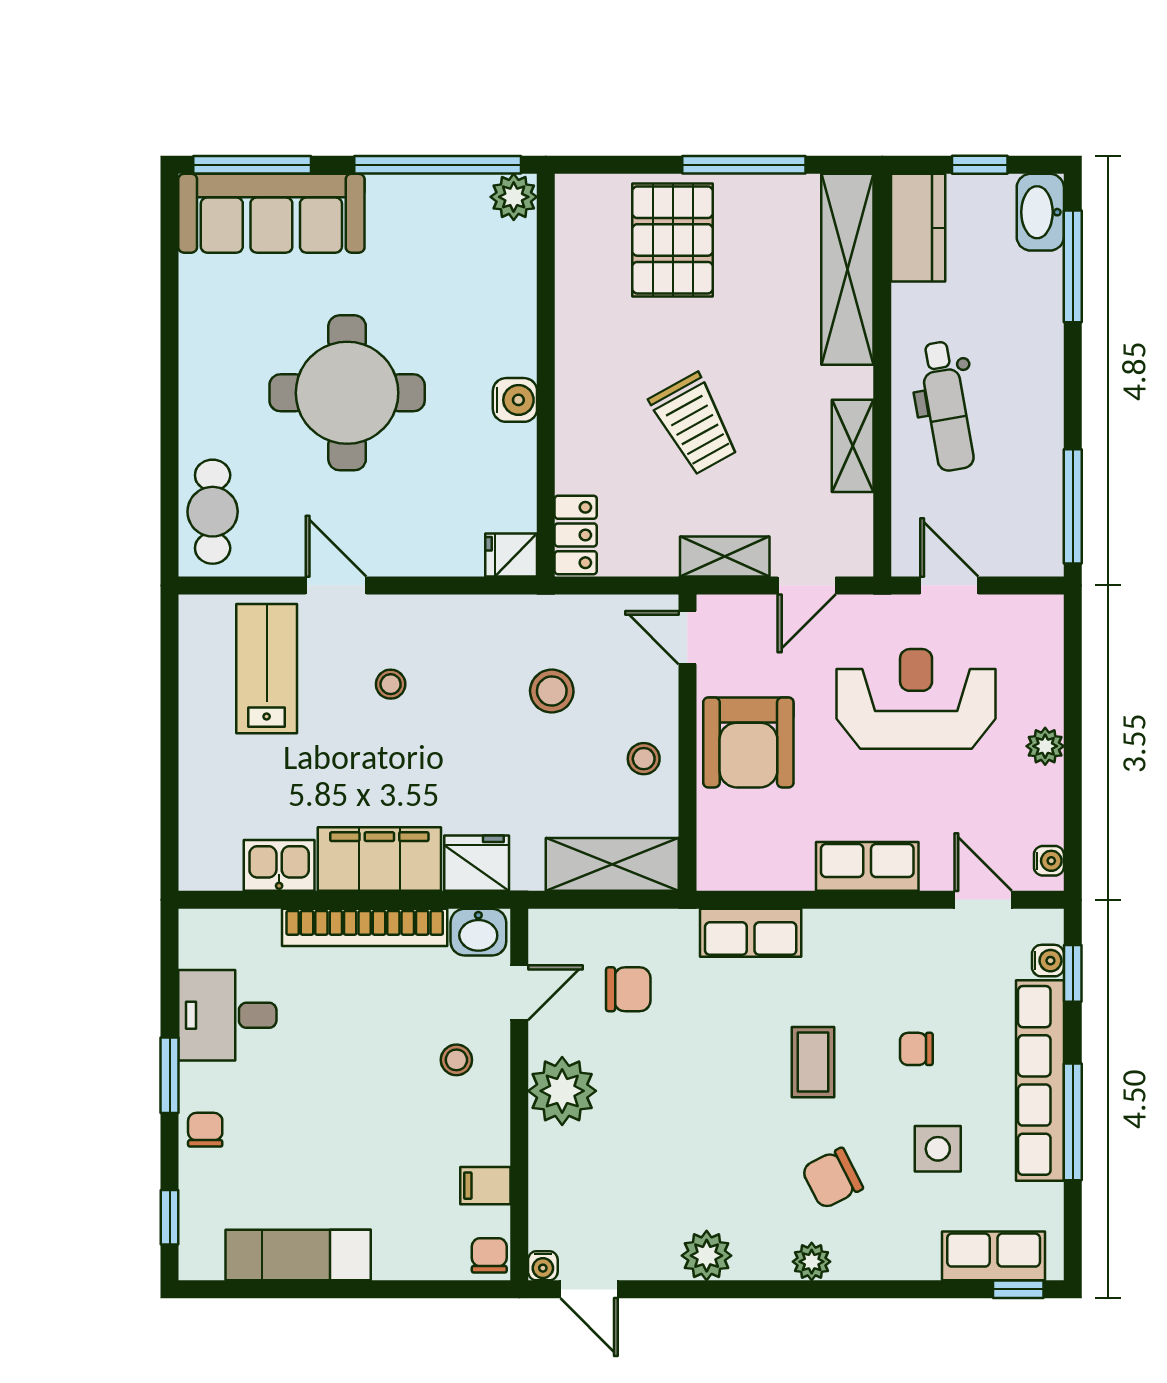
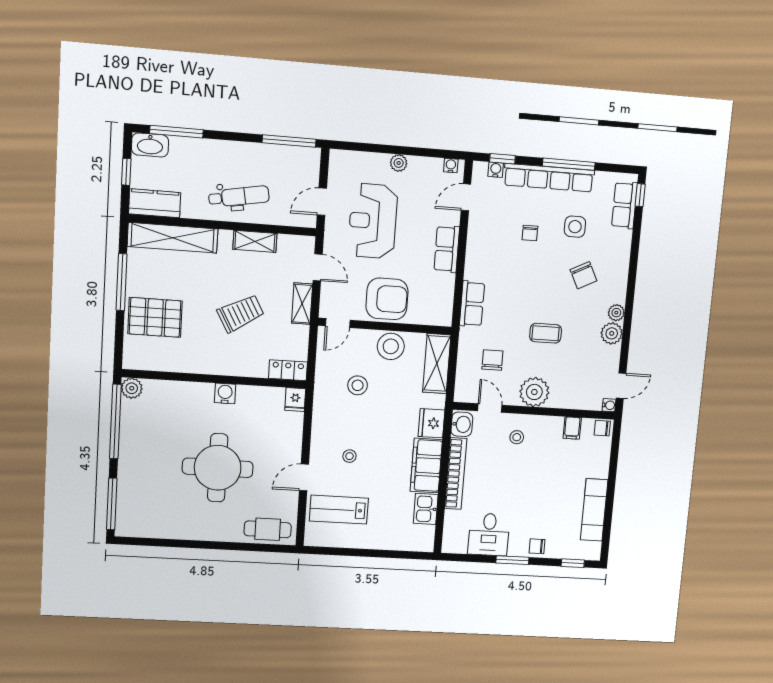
sofa: (271, 213) -> (134, 497), removed
stool: (644, 759) -> (391, 346), width x1.89, depth x1.89
coffee table: (813, 1062) -> (546, 333), moved
plant: (812, 1262) -> (616, 313), moved

